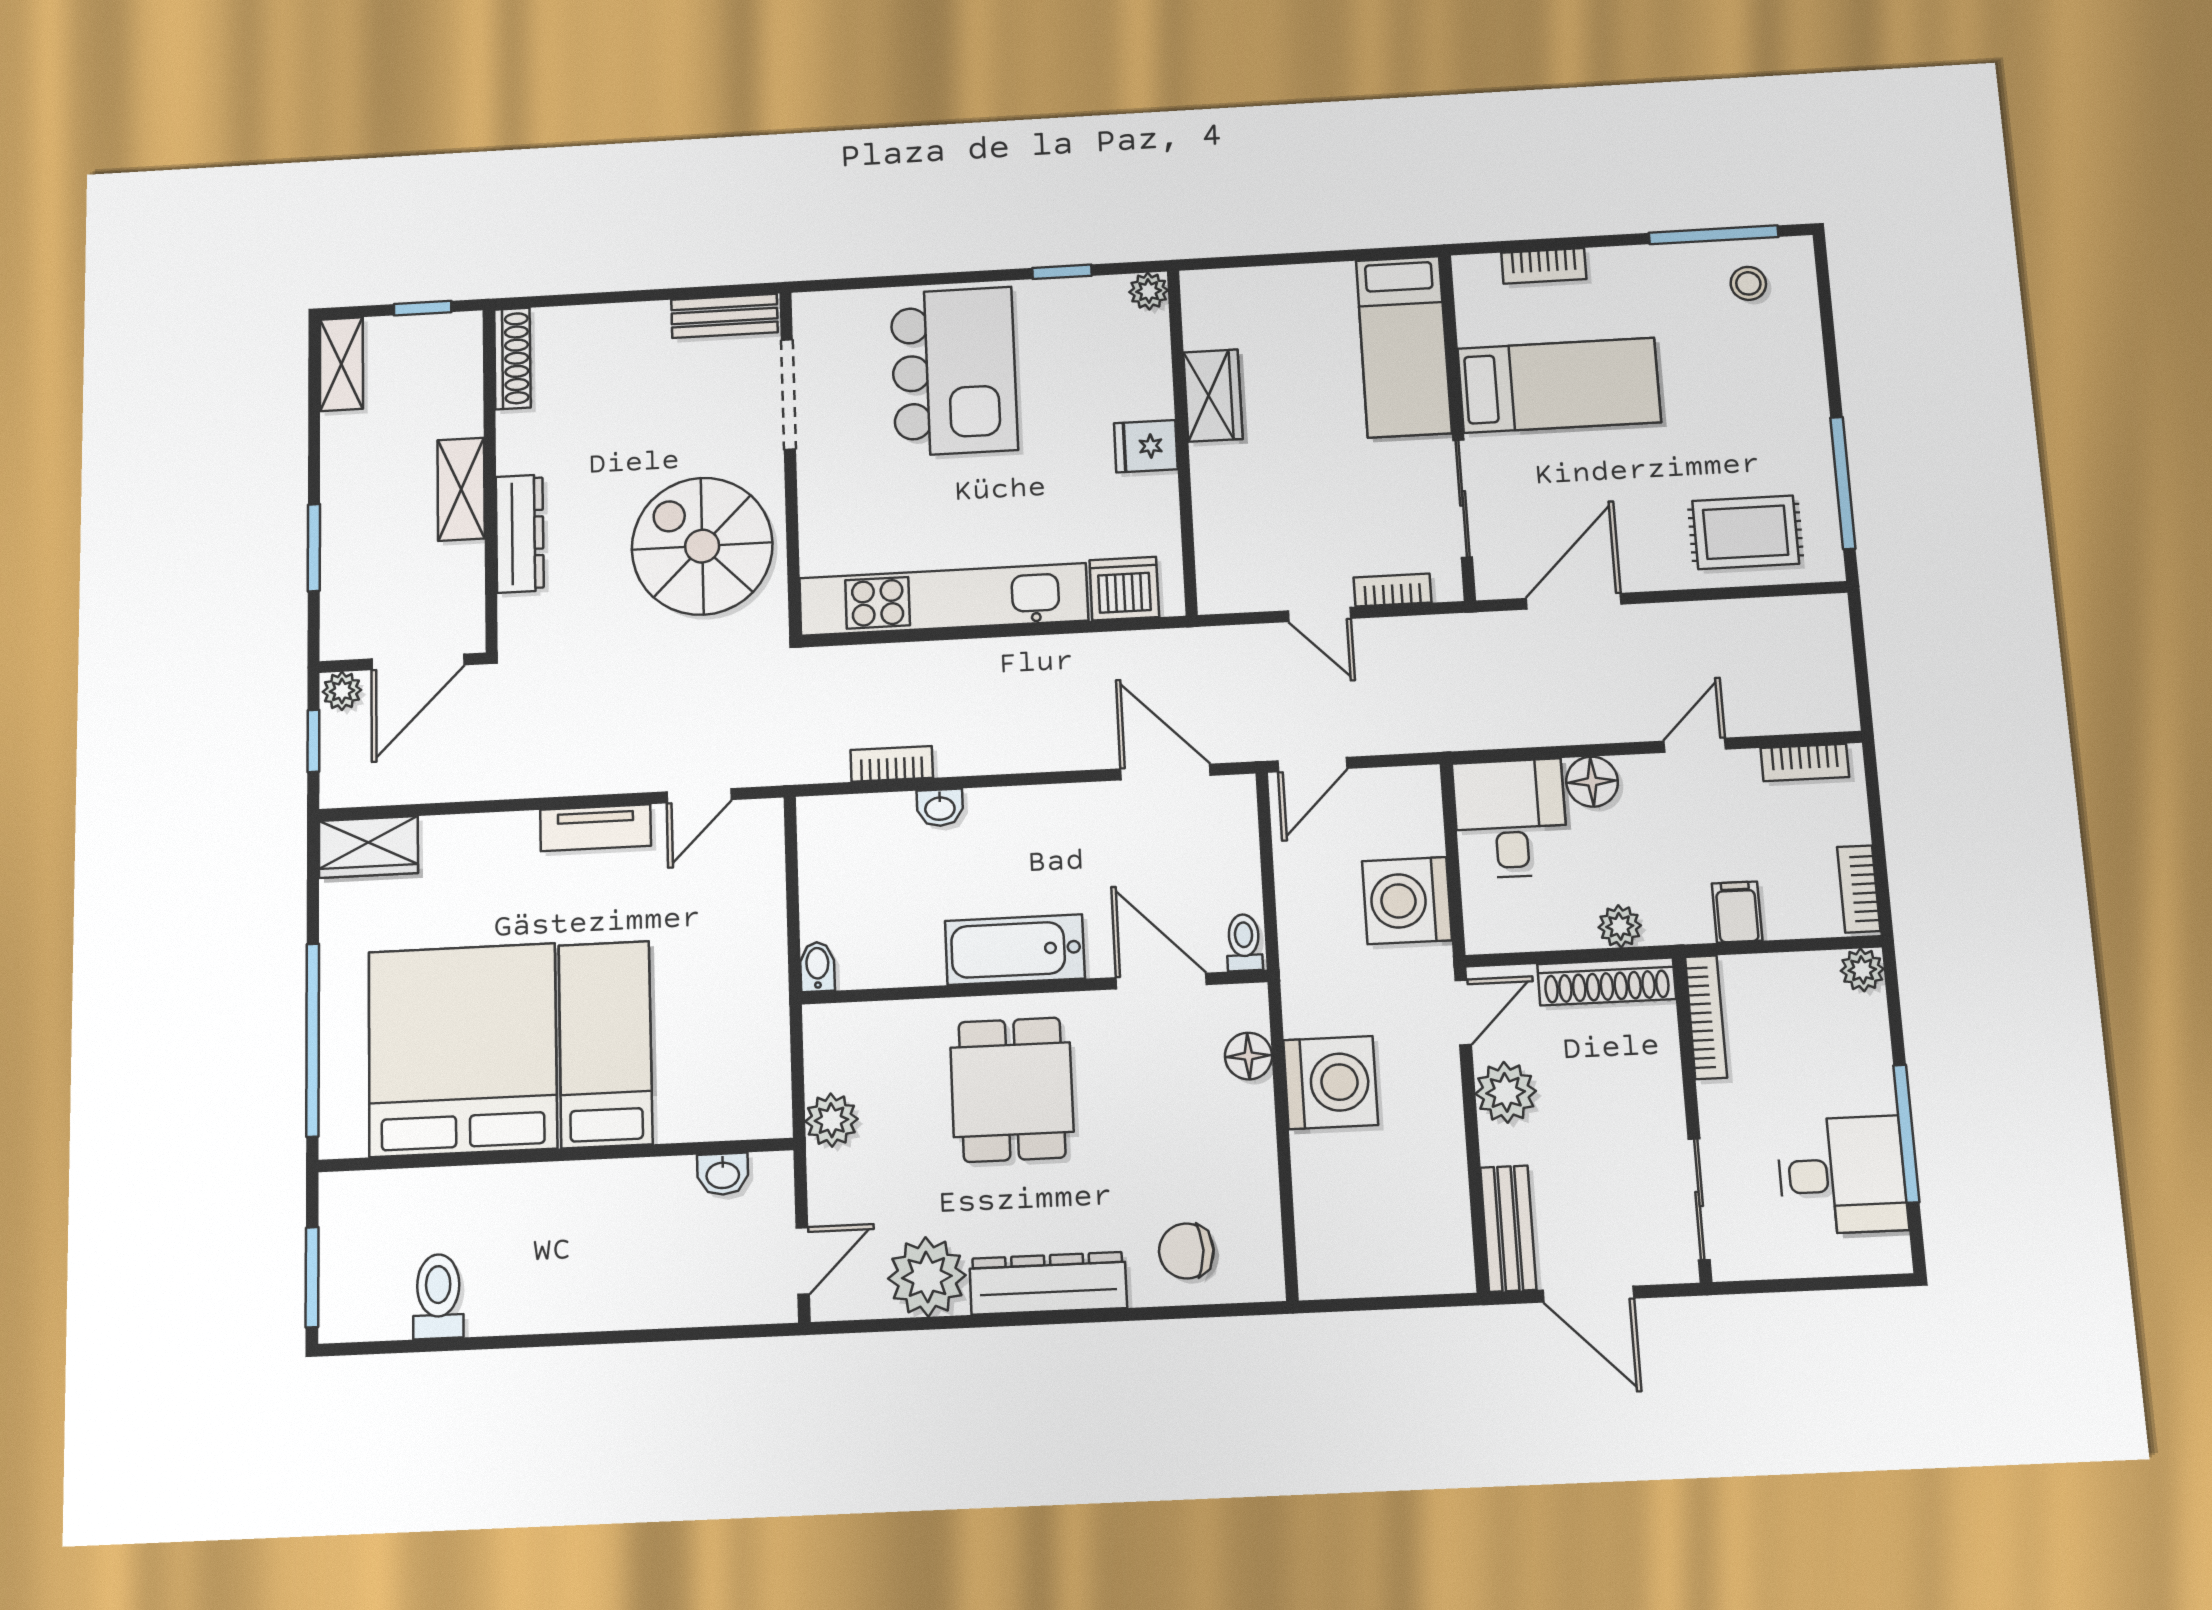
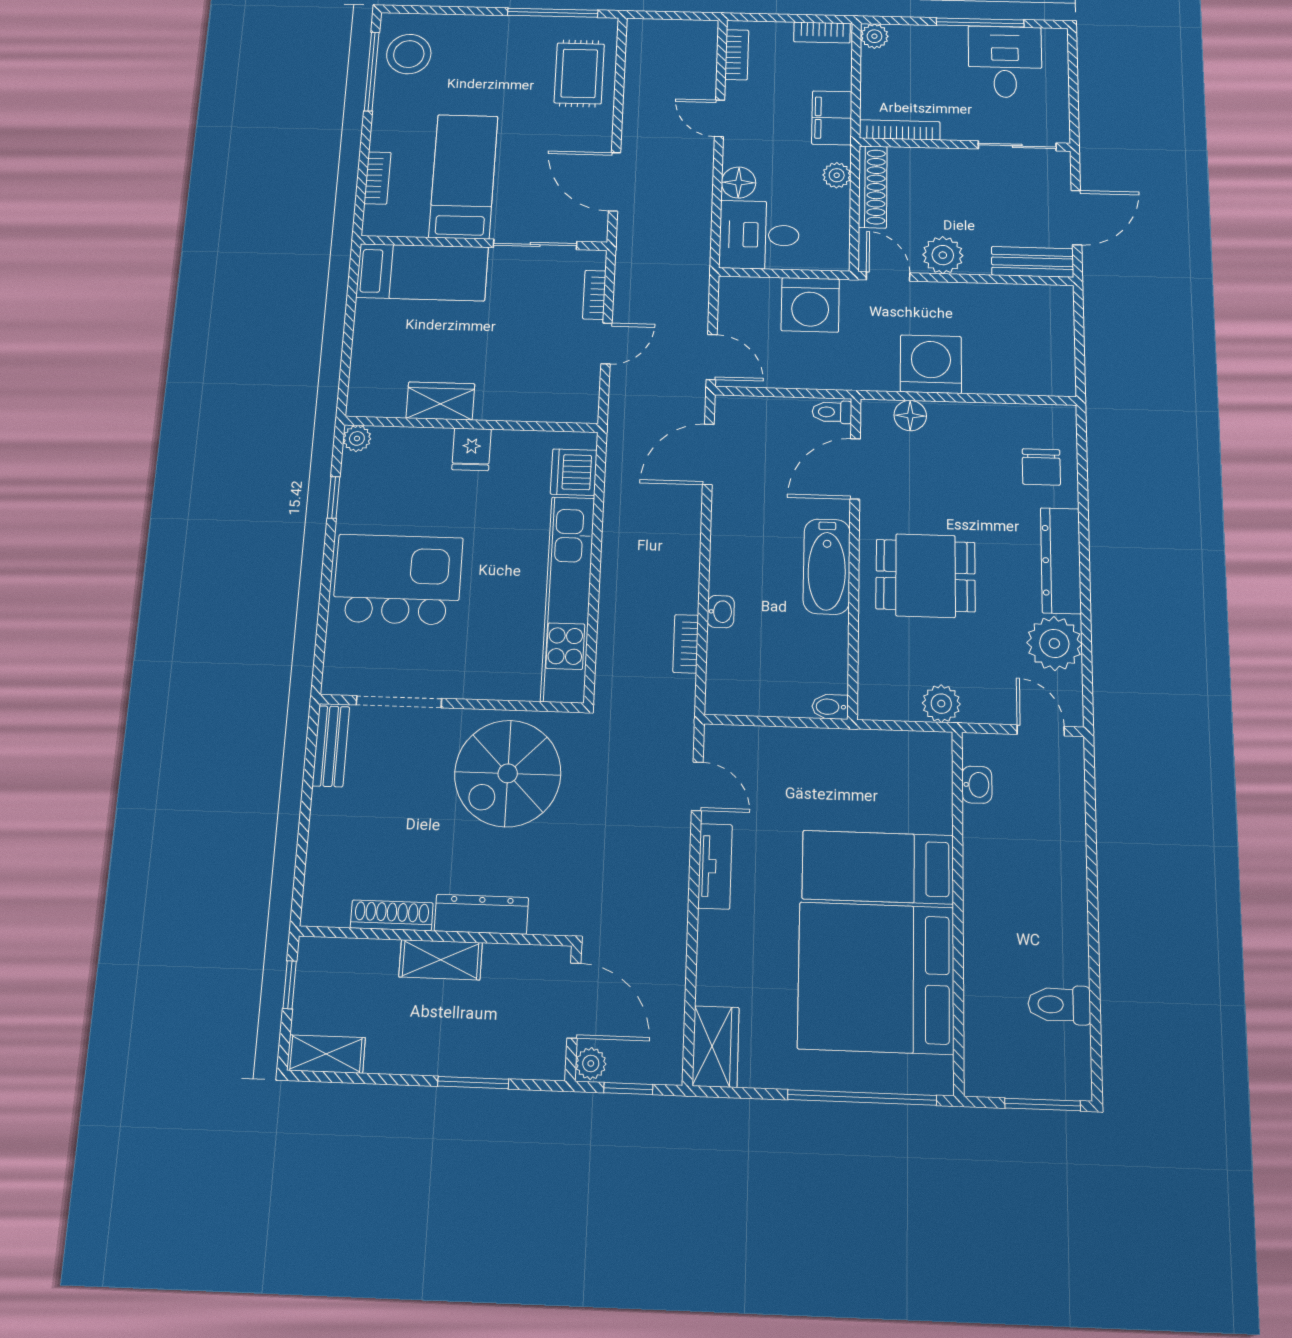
stool: (1748, 283) -> (409, 54), width x1.89, depth x1.89
shoe rack: (512, 358) -> (392, 915), moved
filing cabinet: (1737, 912) -> (832, 118), width x2.00

